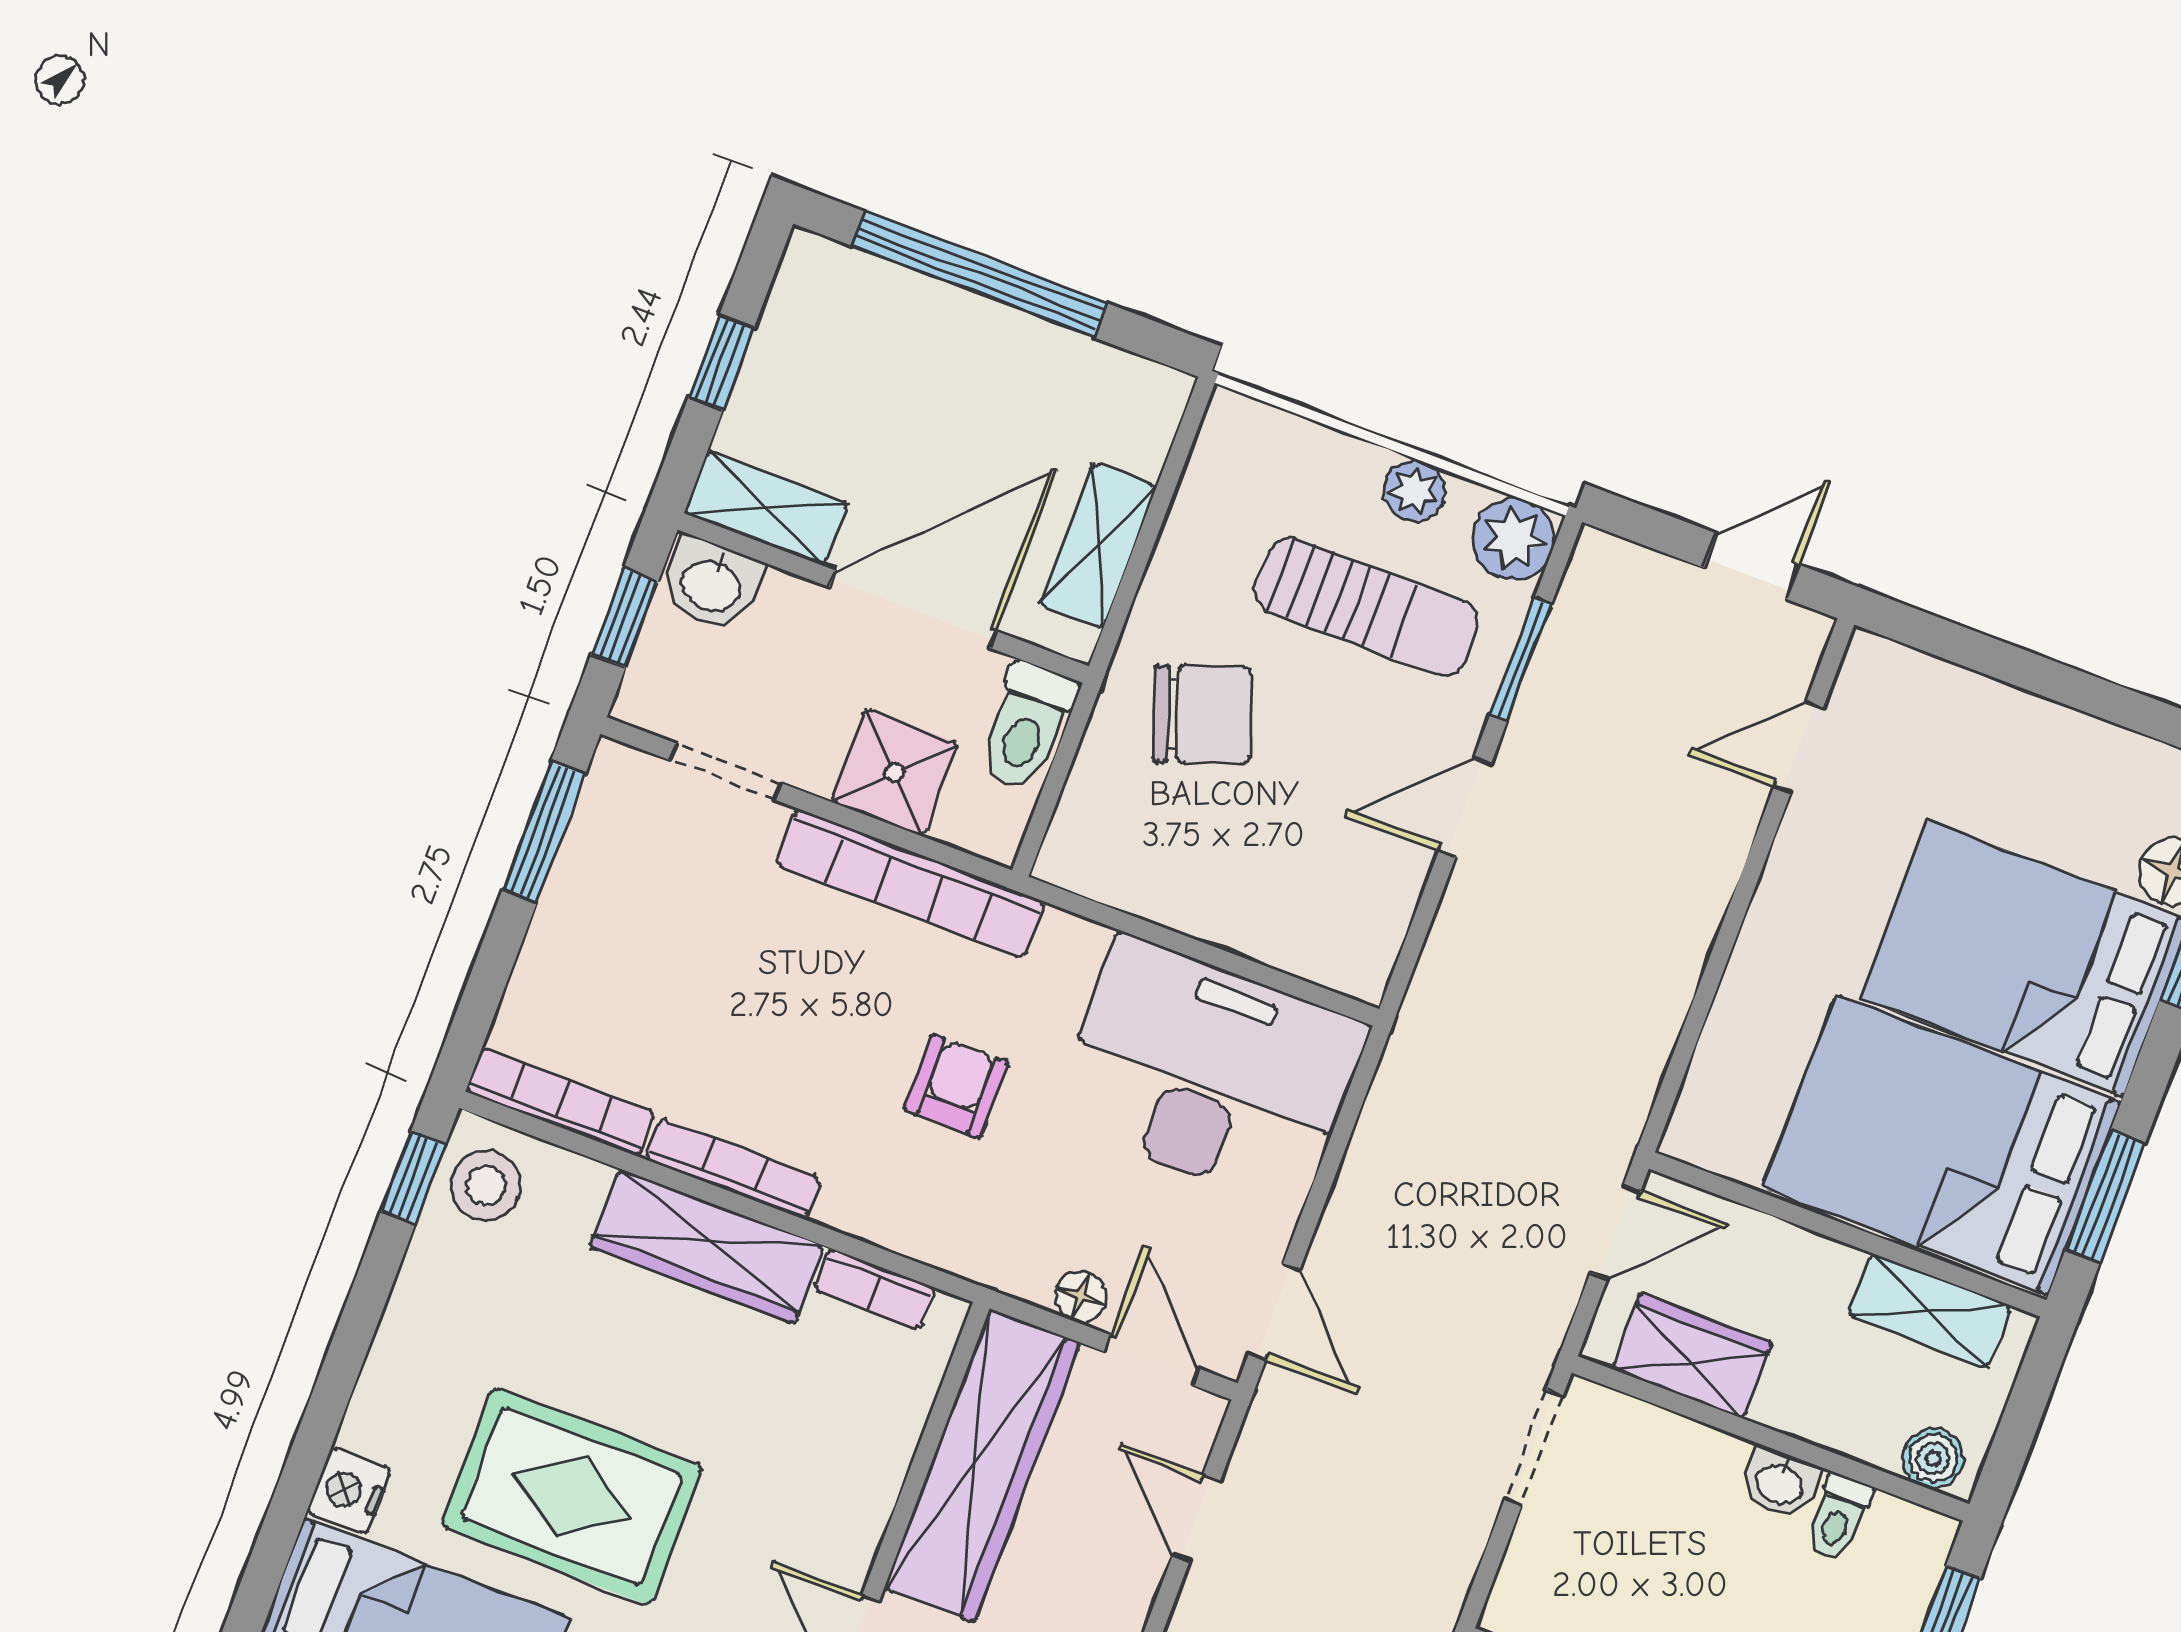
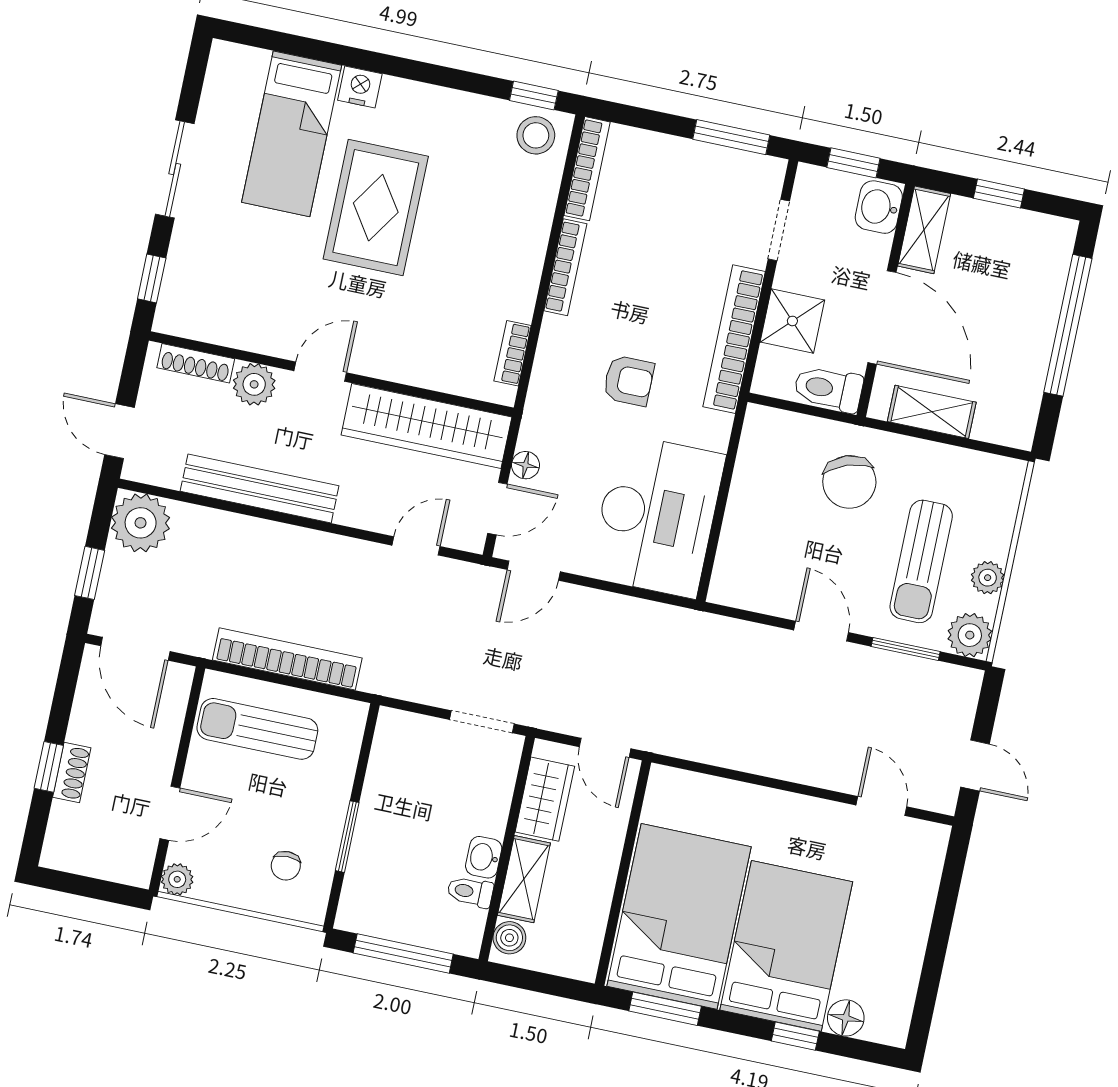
wardrobe: (707, 1246) -> (522, 259), removed
shelving: (1930, 1311) -> (524, 879), moved

